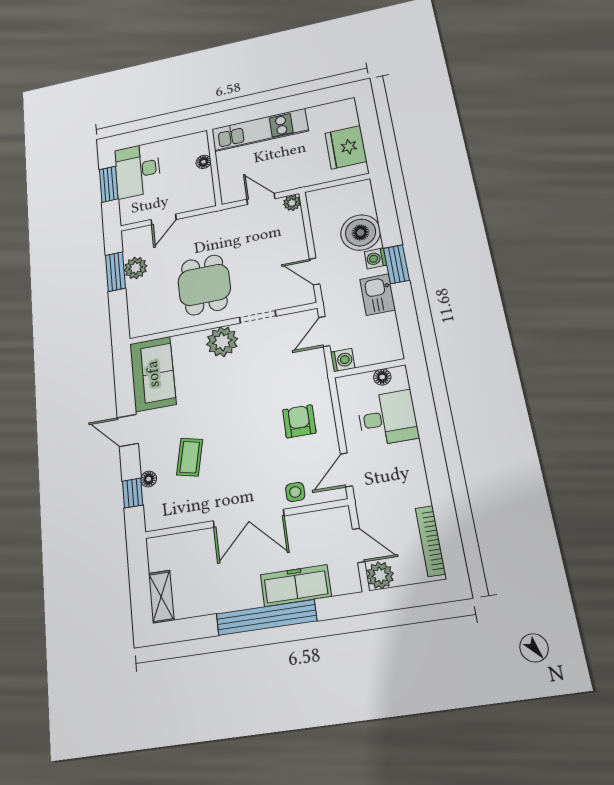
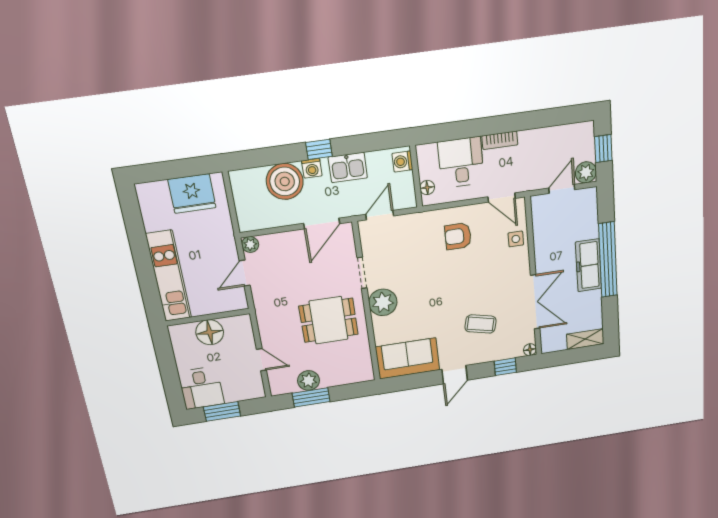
floor lamp: (204, 162) -> (210, 332), width x1.89, depth x1.89
desk: (138, 170) -> (201, 388), width x0.73
window: (396, 264) -> (319, 149), width x0.67
door: (315, 271) -> (322, 223), width x1.38
door: (324, 332) -> (380, 215), swing flipped
washing machine: (343, 360) -> (402, 162), moved, turned -90
floor lamp: (382, 377) -> (427, 187), moved
floor lamp: (149, 479) -> (530, 350), moved
double door: (249, 518) -> (535, 302), moved
bookcase: (430, 541) -> (500, 140), moved, width x0.64
freezer: (296, 586) -> (589, 265), moved
window: (411, 596) -> (603, 148), added

